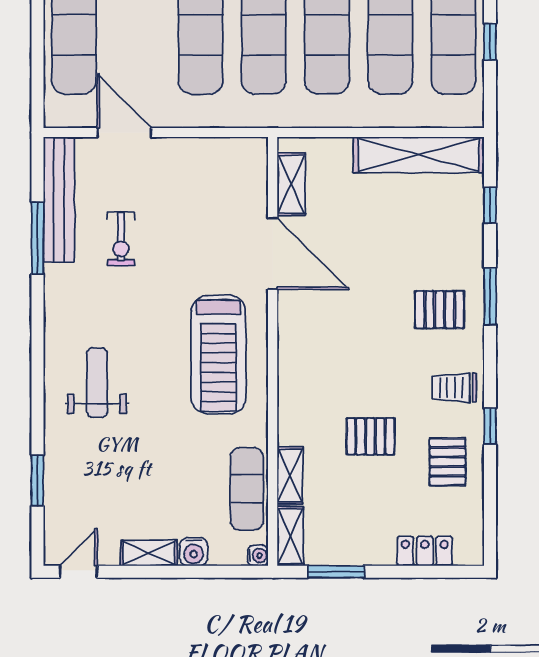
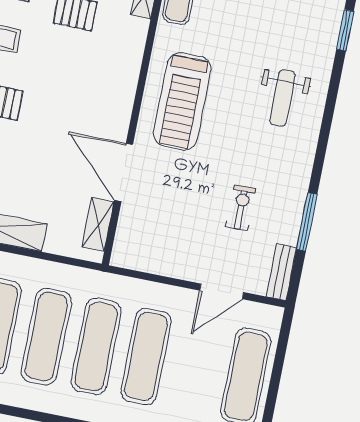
door: (124, 132) -> (222, 291), hinge flipped
bench: (59, 200) -> (281, 272), width x0.54, depth x0.82
treadmill: (219, 355) -> (182, 101), turned 180

